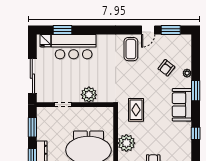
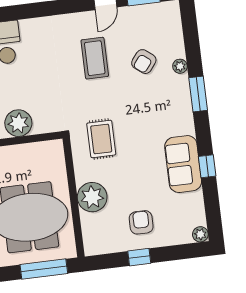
coffee table: (131, 49) -> (95, 58), moved
sofa: (182, 105) -> (183, 164), moved

